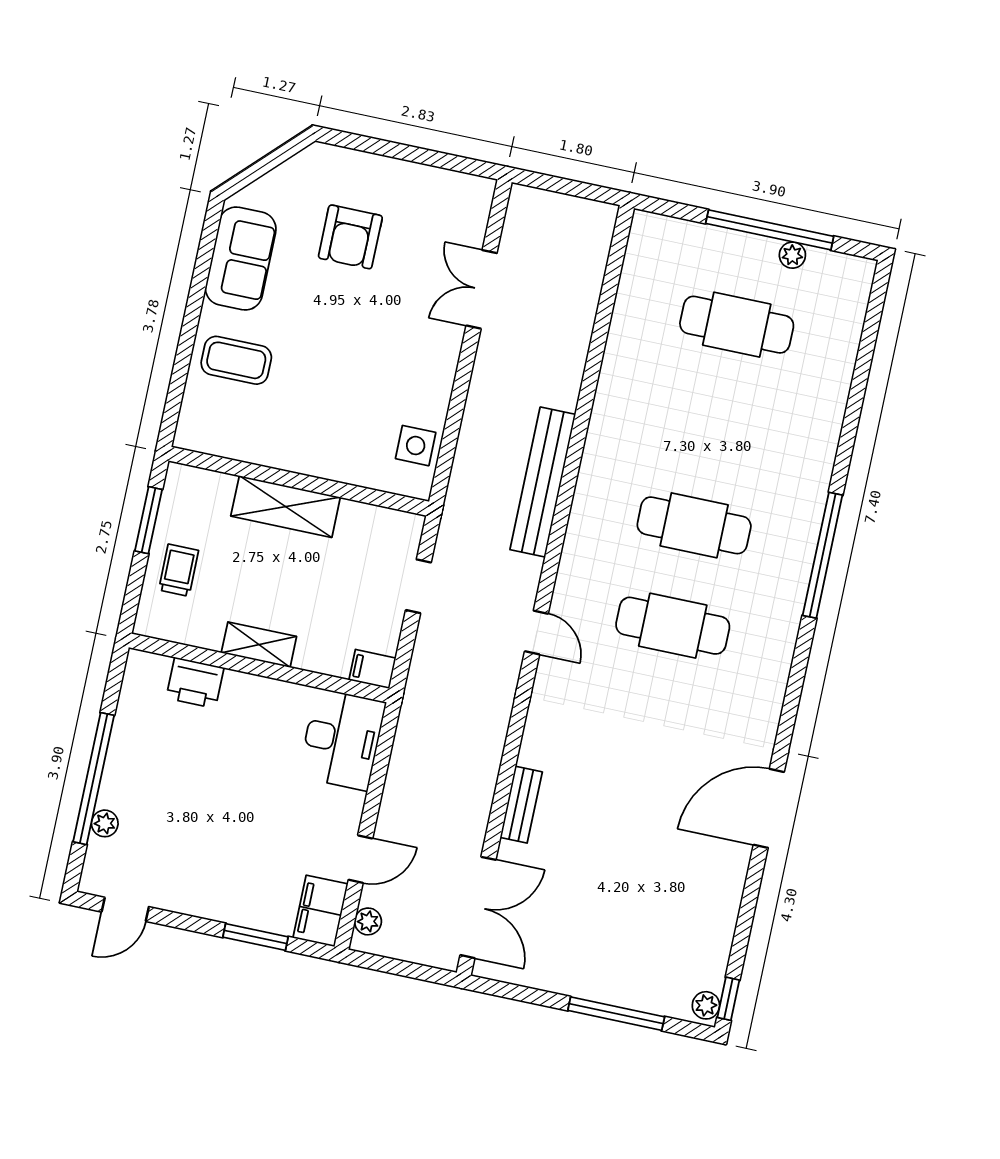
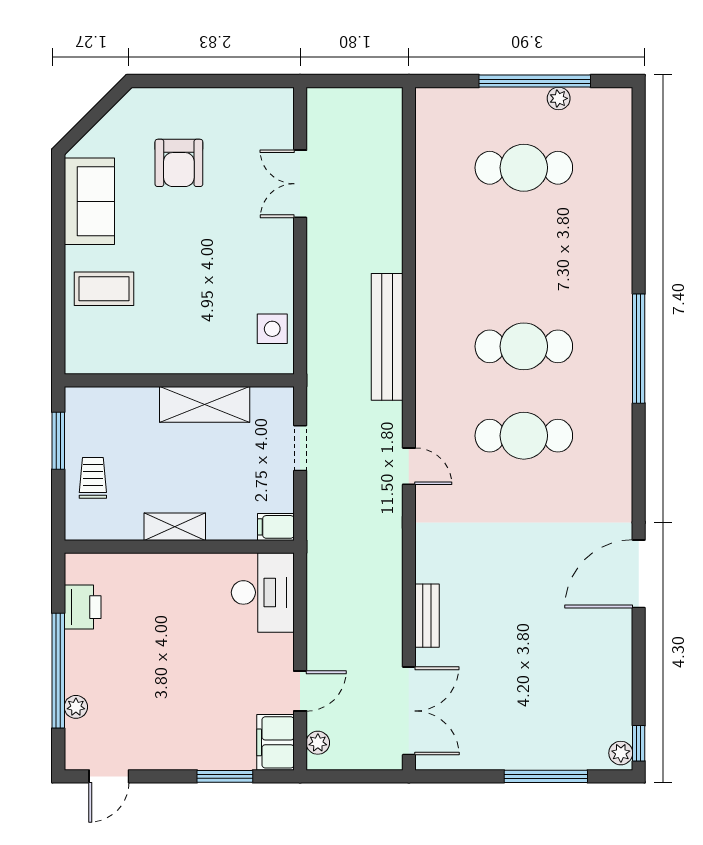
shelving: (286, 507) -> (205, 404), moved
printer: (195, 683) -> (83, 607), moved, turned -90

